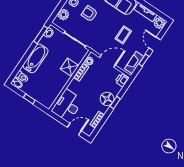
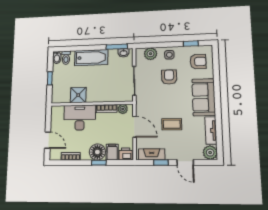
door: (155, 44) -> (185, 163), swing flipped
shower: (70, 67) -> (78, 95), moved
filing cabinet: (114, 89) -> (112, 152), added
desk: (67, 105) -> (80, 118), moved

